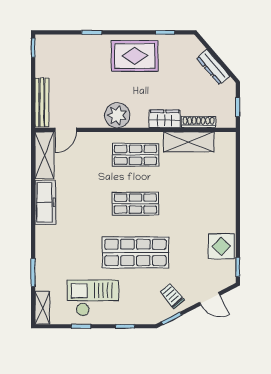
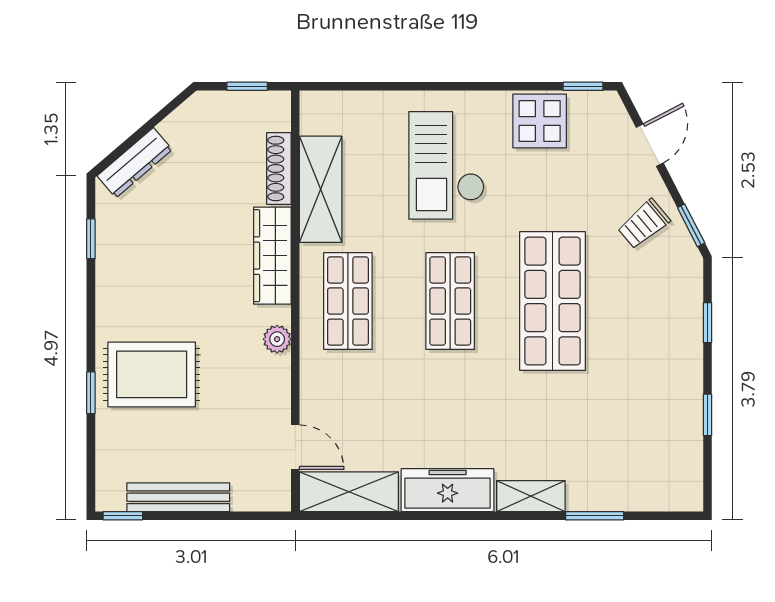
rug: (135, 56) -> (152, 374), moved, turned 90
dresser: (213, 67) -> (135, 163), moved
bench: (42, 102) -> (178, 497), moved
plant: (117, 115) -> (277, 339), width x0.53, depth x0.53
wardrobe: (165, 119) -> (272, 256), width x1.50
checkout: (93, 298) -> (447, 165), moved
shelving: (42, 308) -> (531, 496), moved

